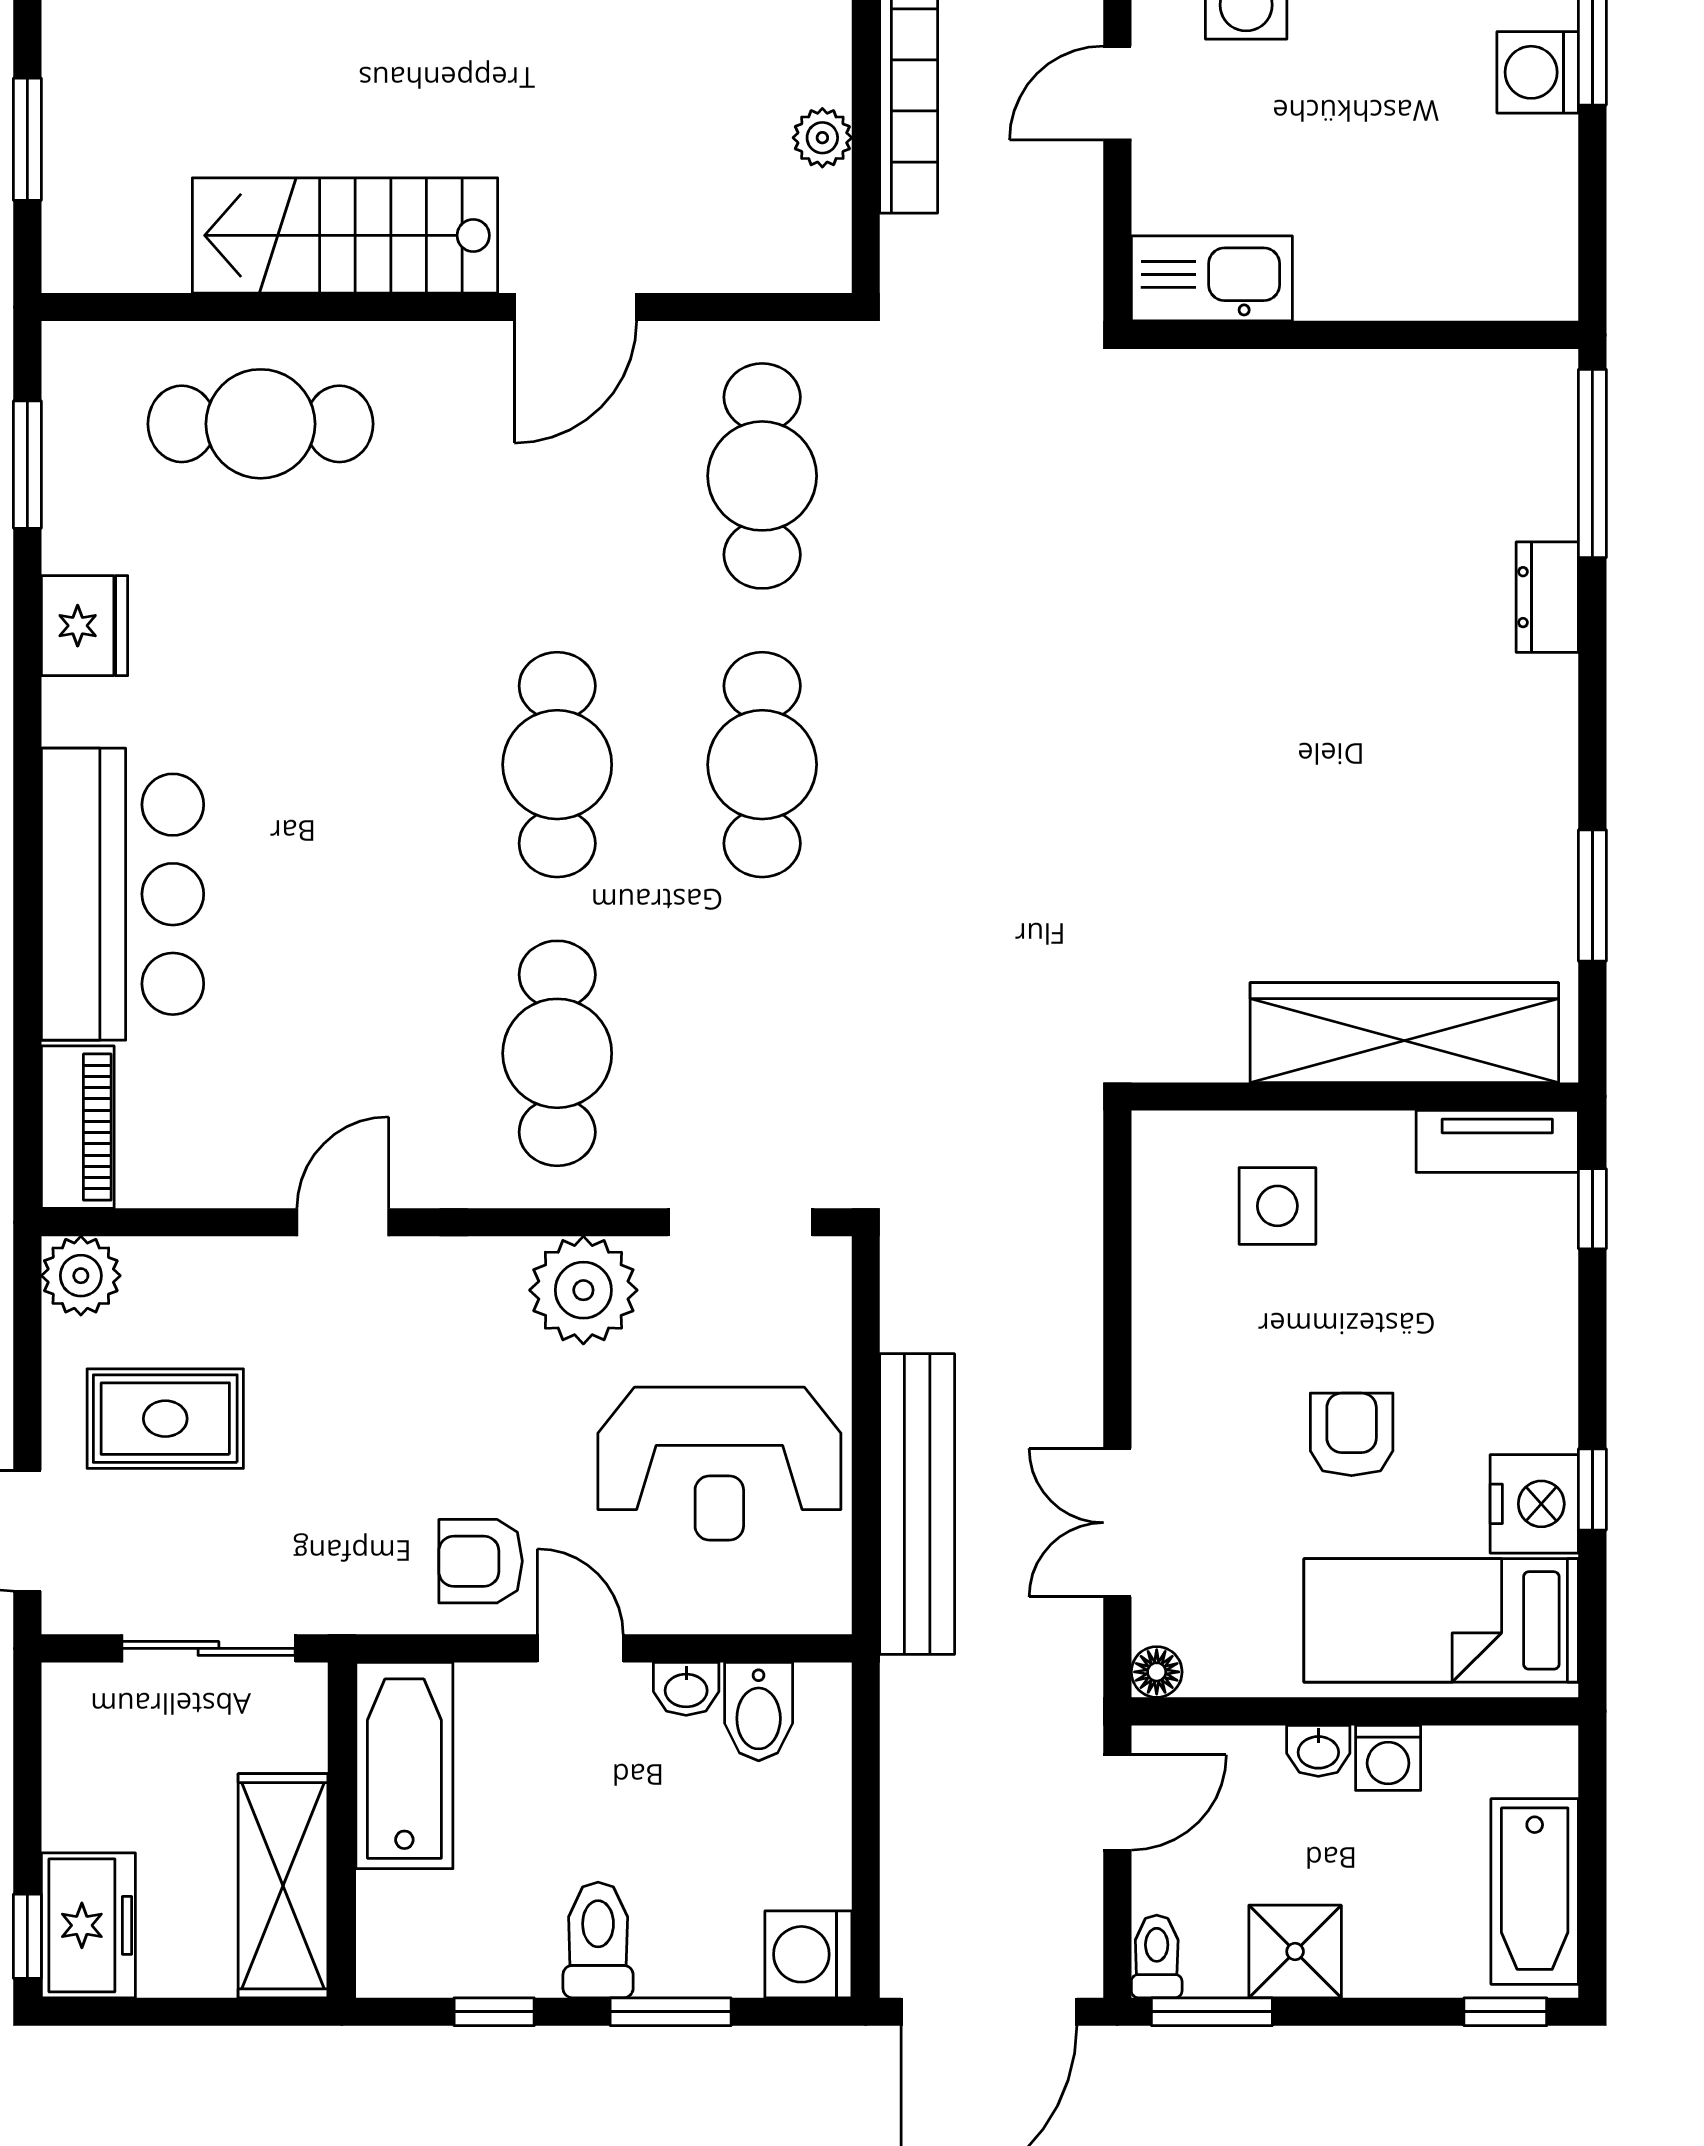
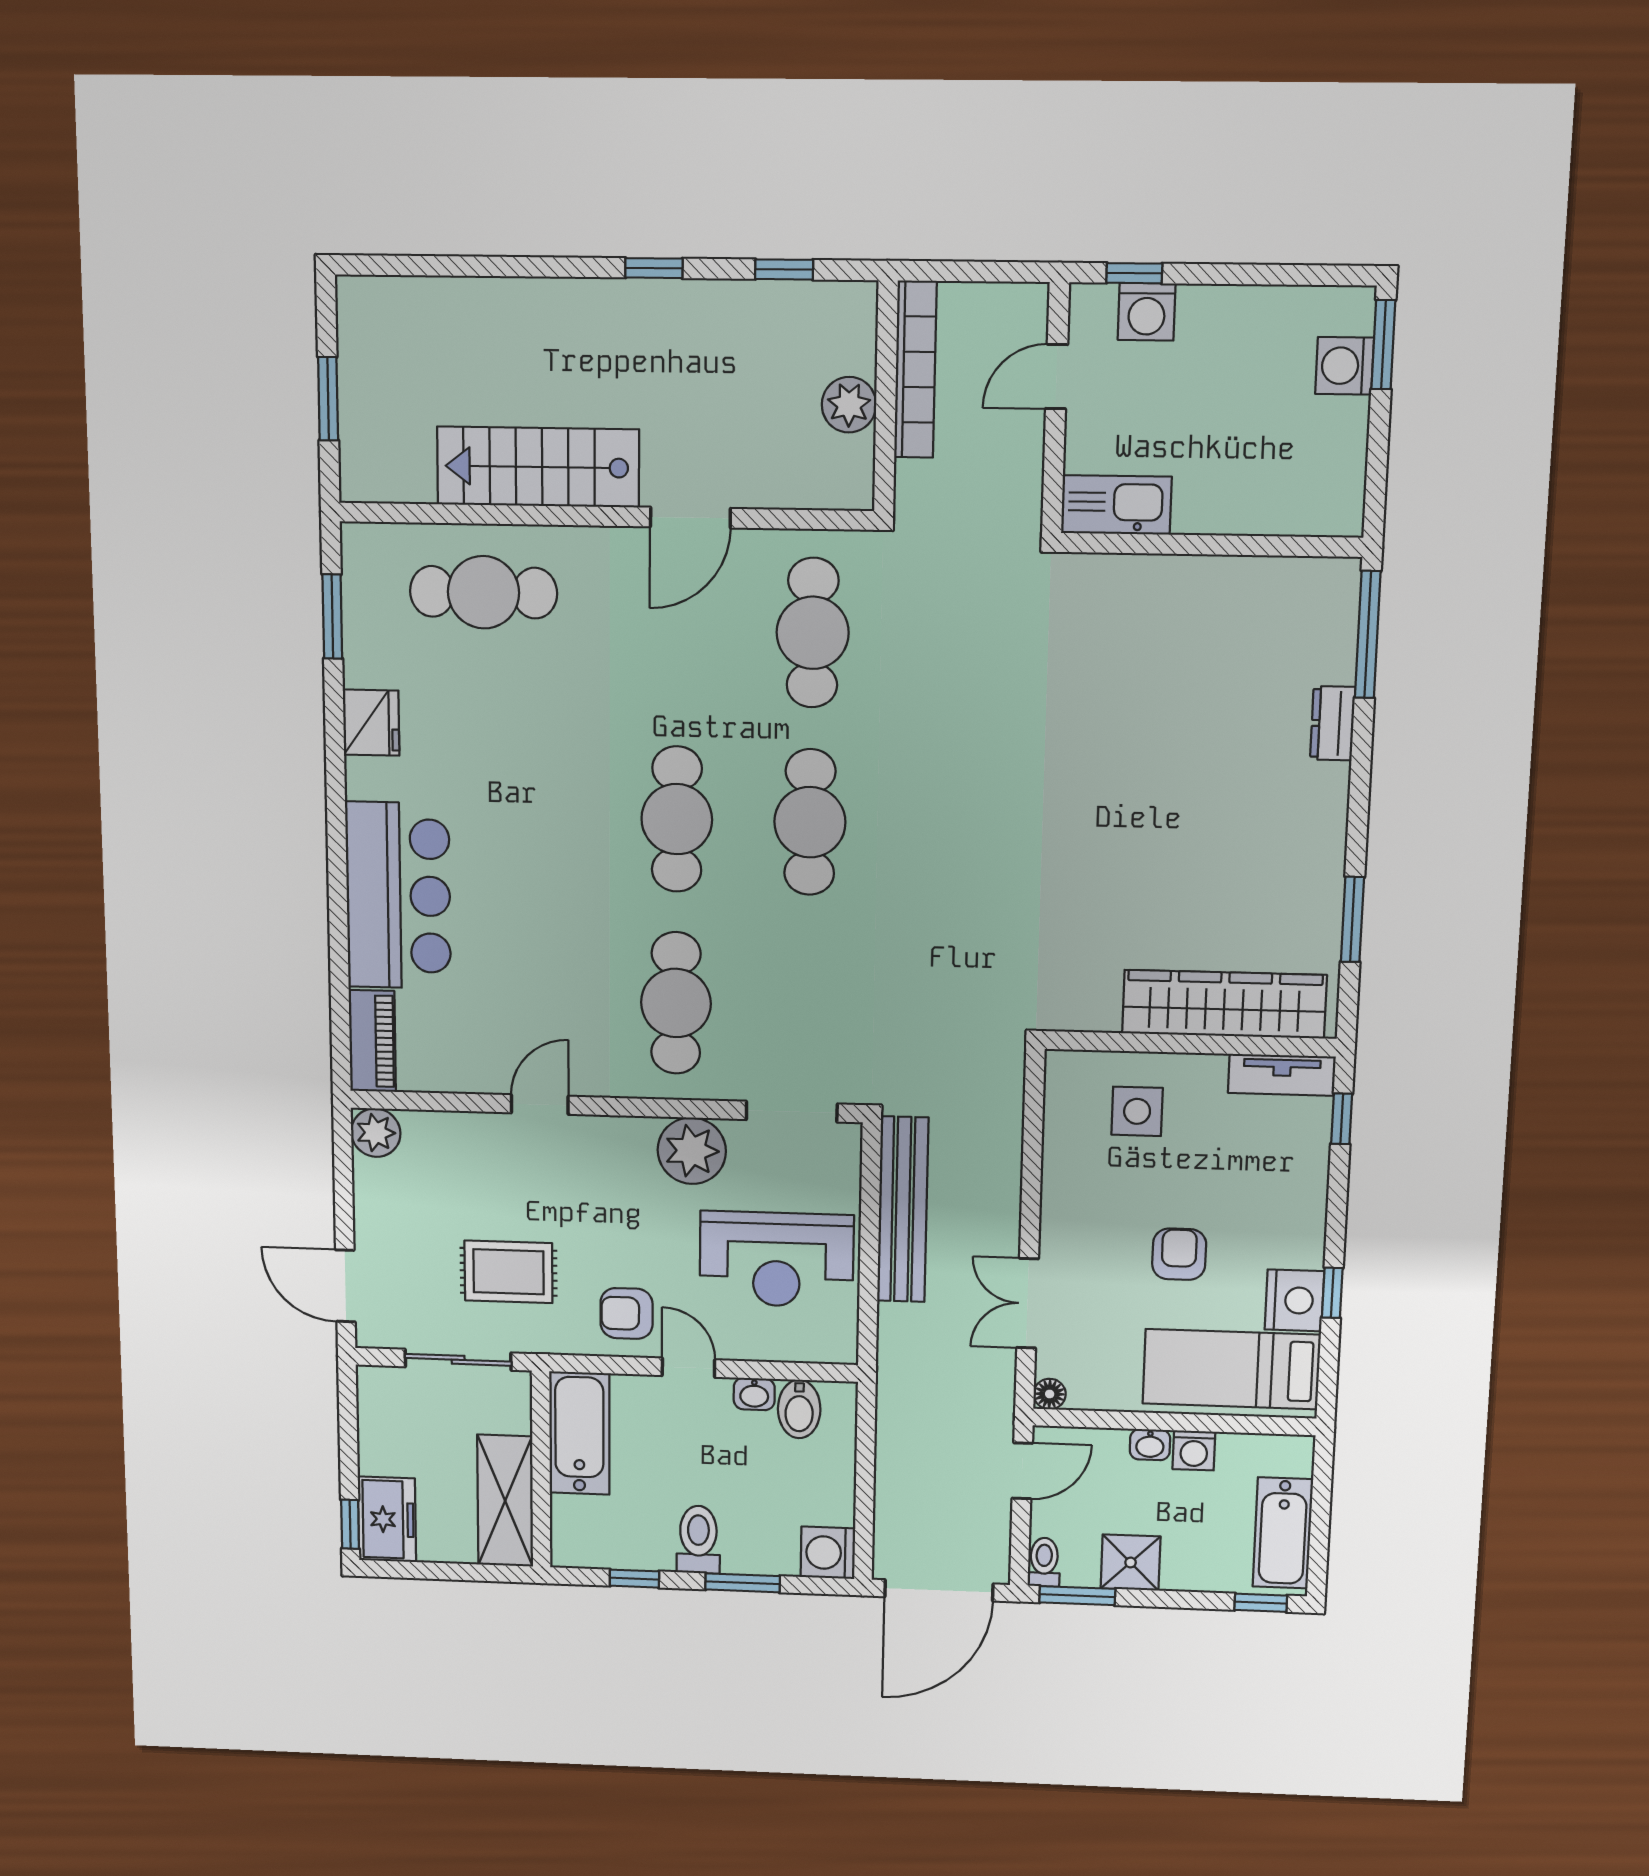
plant: (822, 138) -> (849, 405), width x1.38, depth x1.38
rug: (165, 1419) -> (509, 1272), moved
bench: (917, 1504) -> (903, 1210), moved

